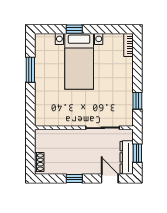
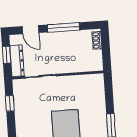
dresser: (127, 157) -> (17, 61), moved
window: (74, 179) -> (63, 27), width x2.17

